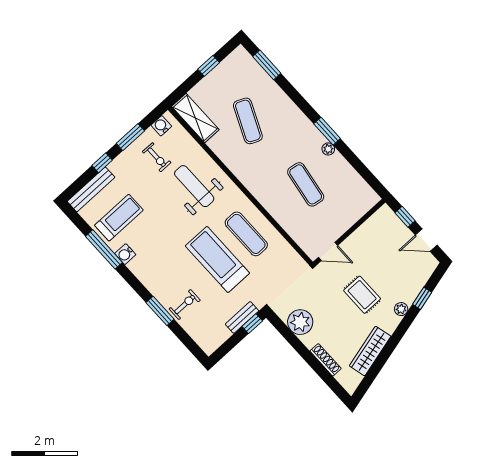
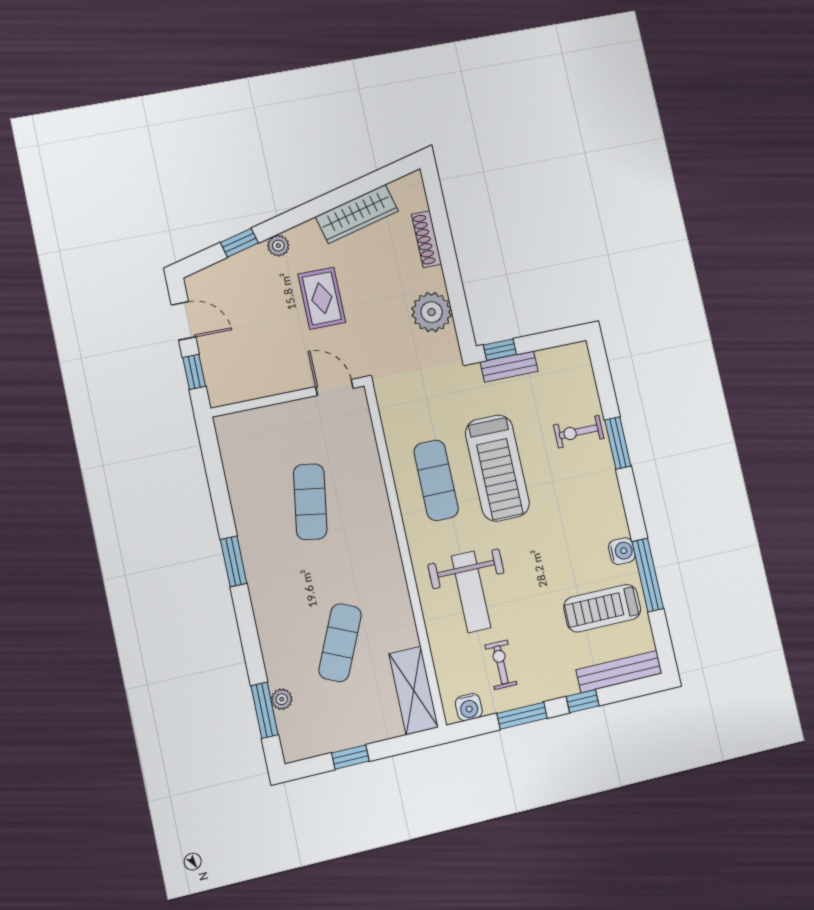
plant: (328, 149) -> (282, 699), moved

